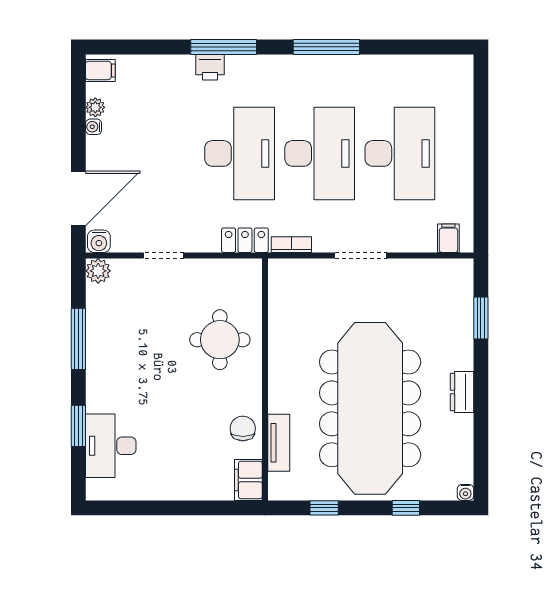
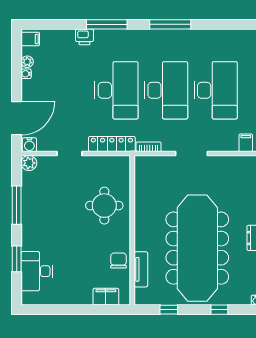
printer: (210, 67) -> (85, 37), moved
locker: (245, 240) -> (112, 144), width x1.53
filing cabinet: (248, 480) -> (106, 297), moved, turned 90

